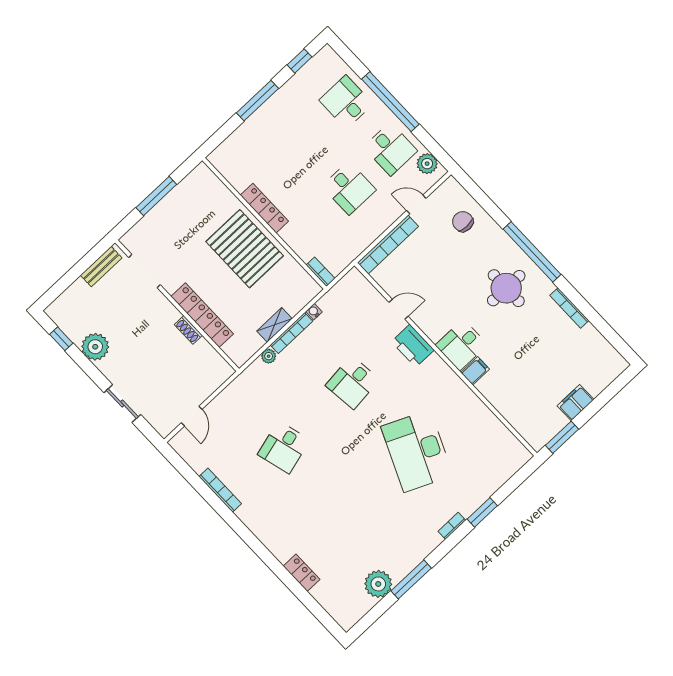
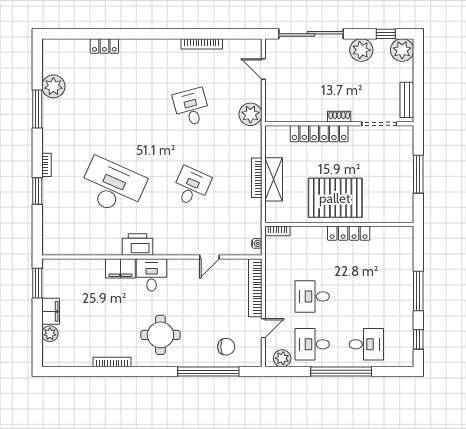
window: (532, 252) -> (208, 372), moved
plant: (62, 311) -> (402, 50), added
water cooler: (314, 312) -> (257, 243), moved
shelving: (274, 325) -> (274, 179), width x1.50, depth x1.33
shoe rack: (188, 330) -> (339, 117), moved
printer: (413, 346) -> (138, 245), moved
plant: (269, 356) -> (250, 114), moved, width x1.87, depth x1.87
filing cabinet: (475, 371) -> (120, 268), width x2.00
desk: (352, 382) -> (191, 187), turned 30
plant: (596, 385) -> (50, 334), added
sliding door: (122, 404) -> (311, 34), width x1.86

